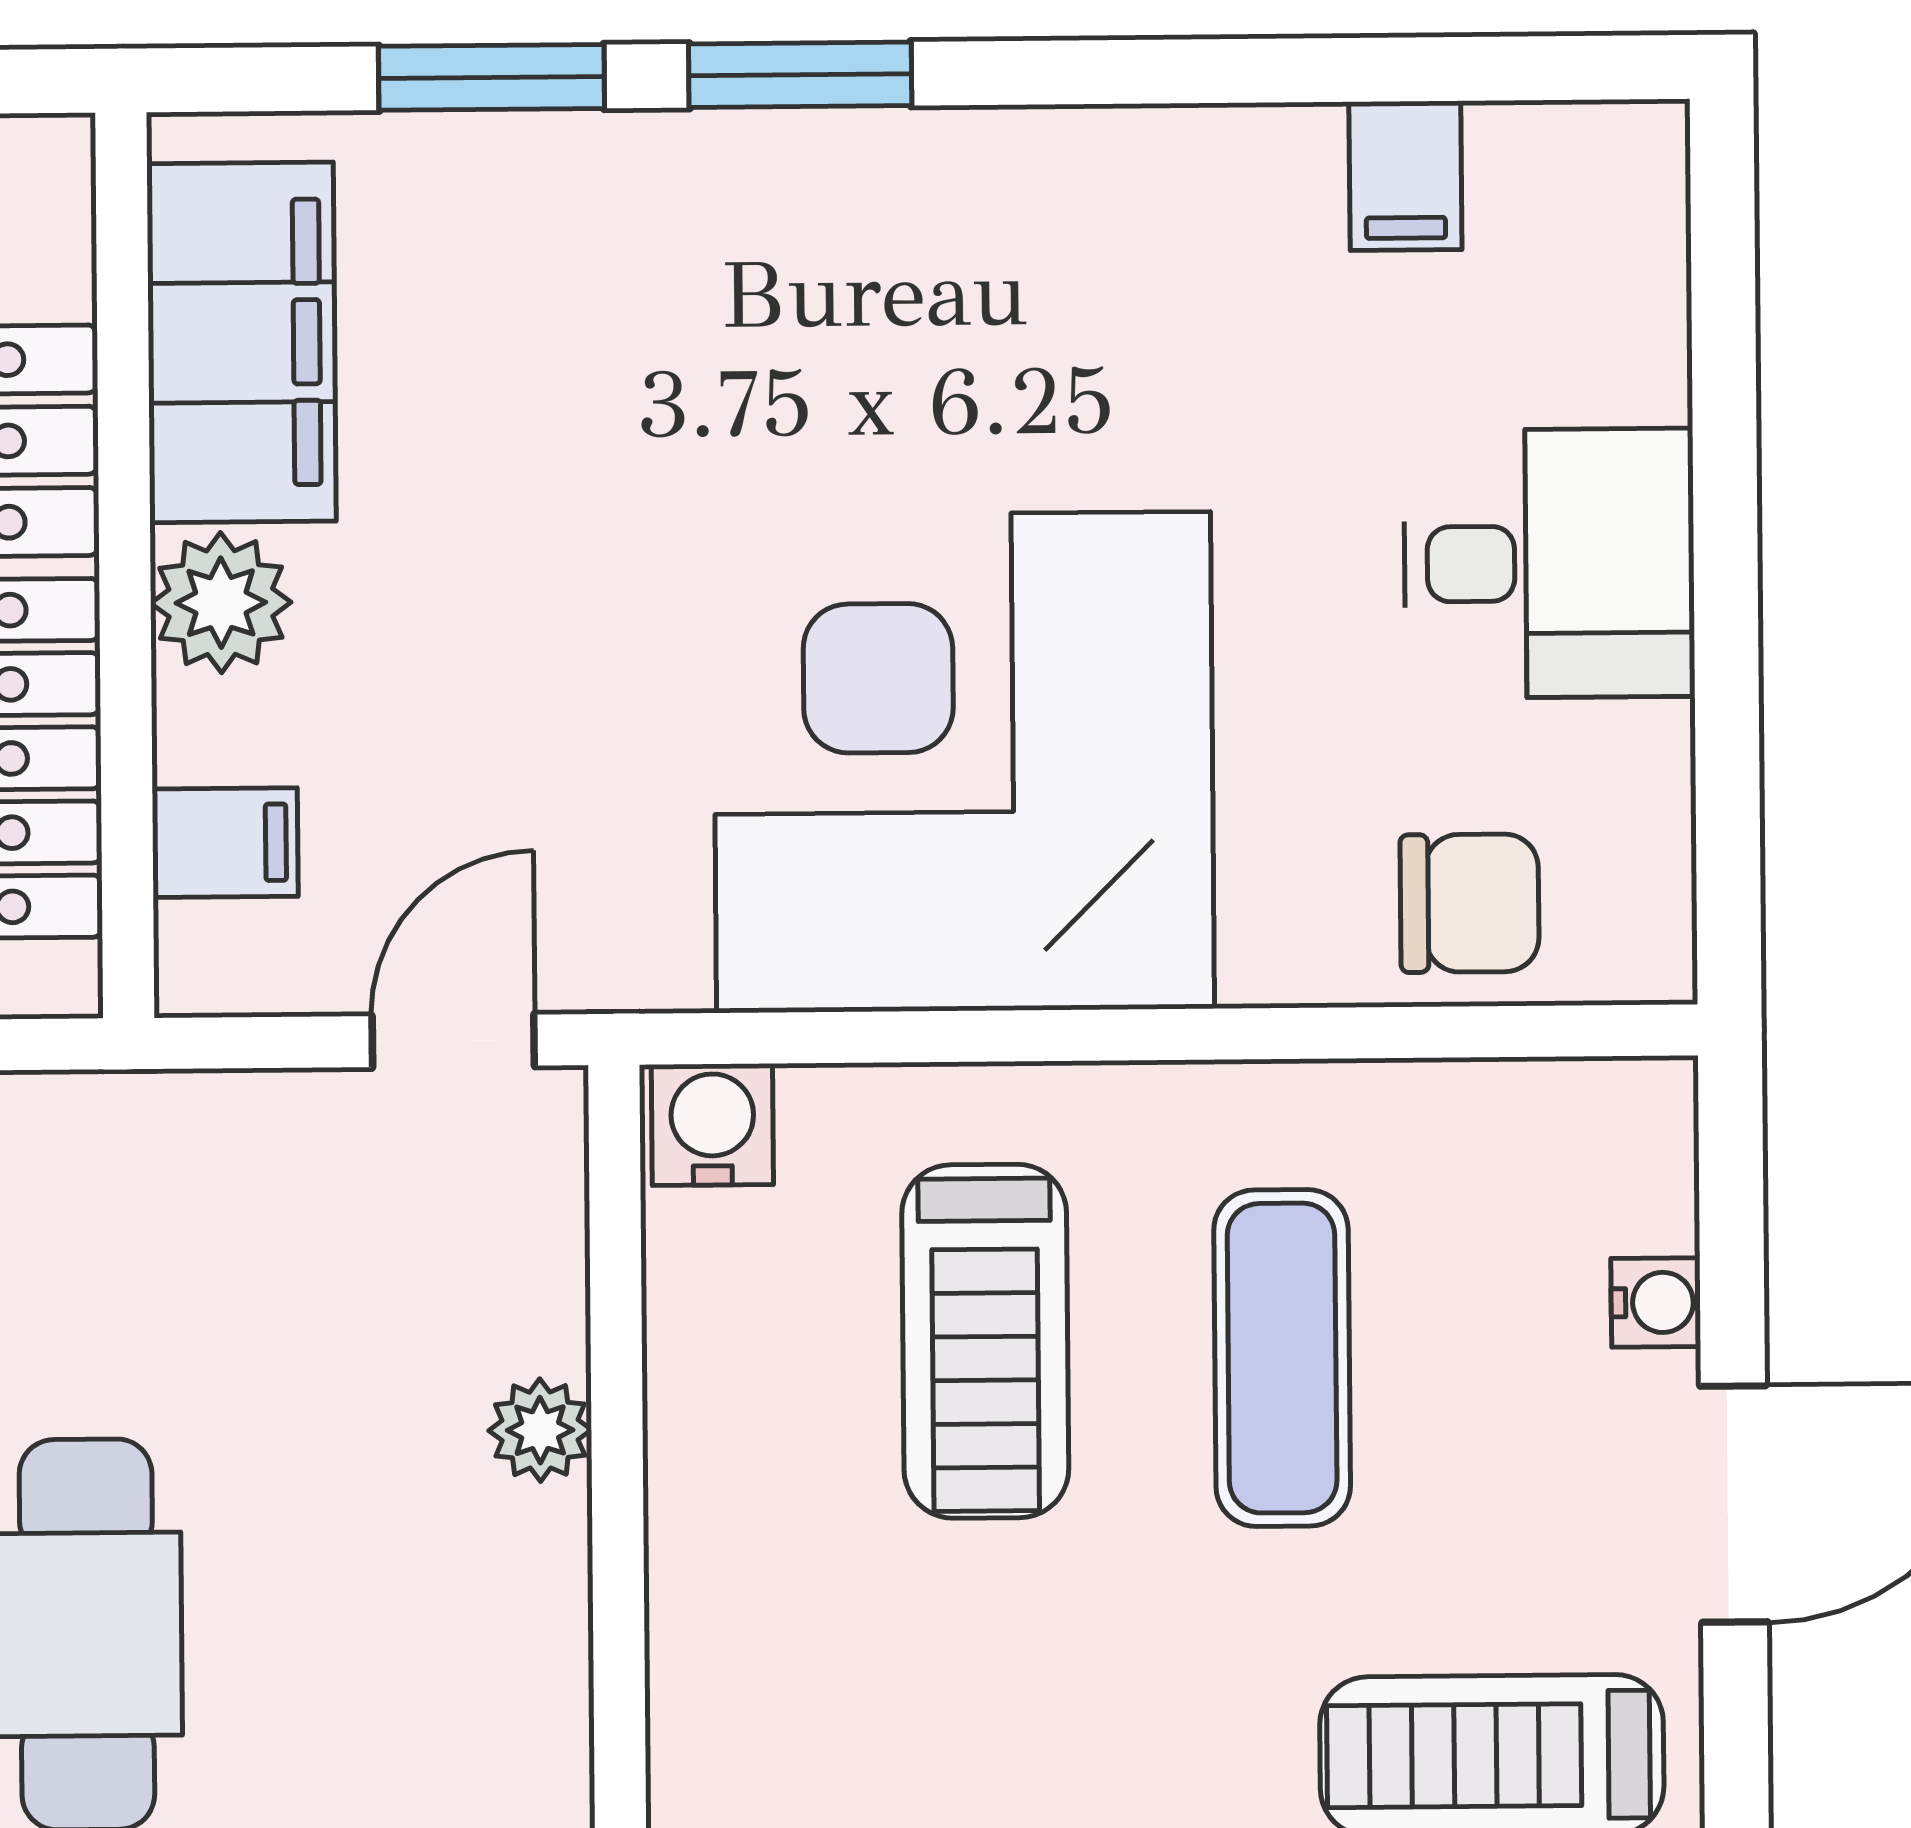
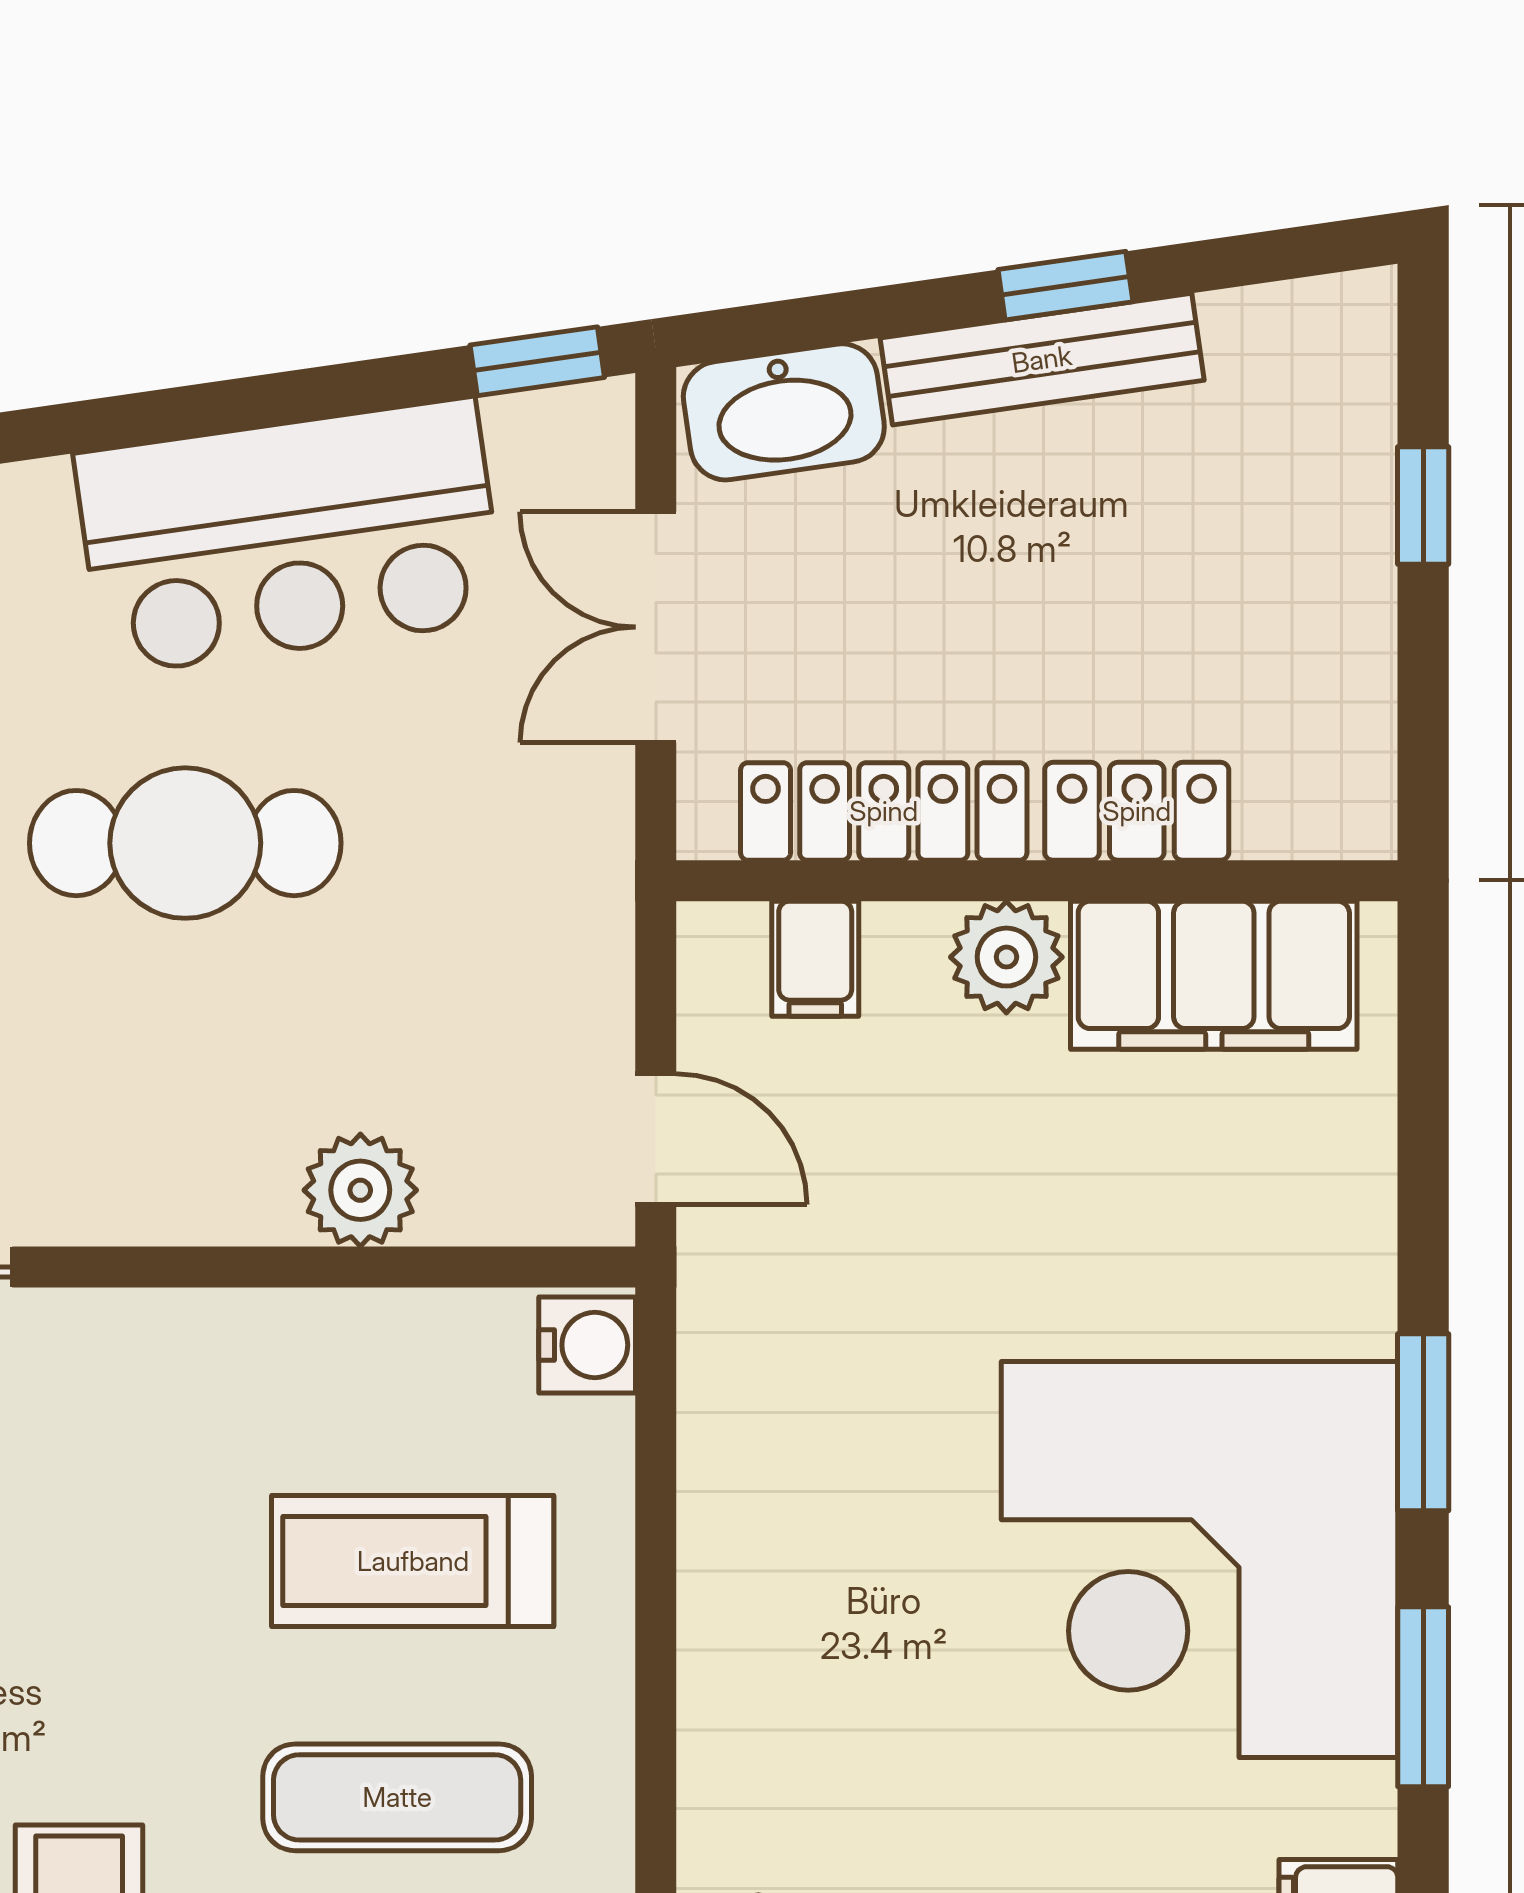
window: (491, 77) -> (1423, 1697), moved
corner desk: (963, 762) -> (1200, 1560), moved, turned 180
plant: (540, 1430) -> (360, 1190), width x1.38, depth x1.38

